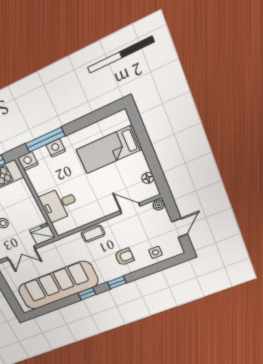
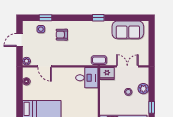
desk: (59, 204) -> (87, 78), moved
coffee table: (93, 234) -> (99, 60), moved
window: (117, 283) -> (45, 18), moved
sofa: (58, 286) -> (128, 30), width x0.54, depth x0.79

